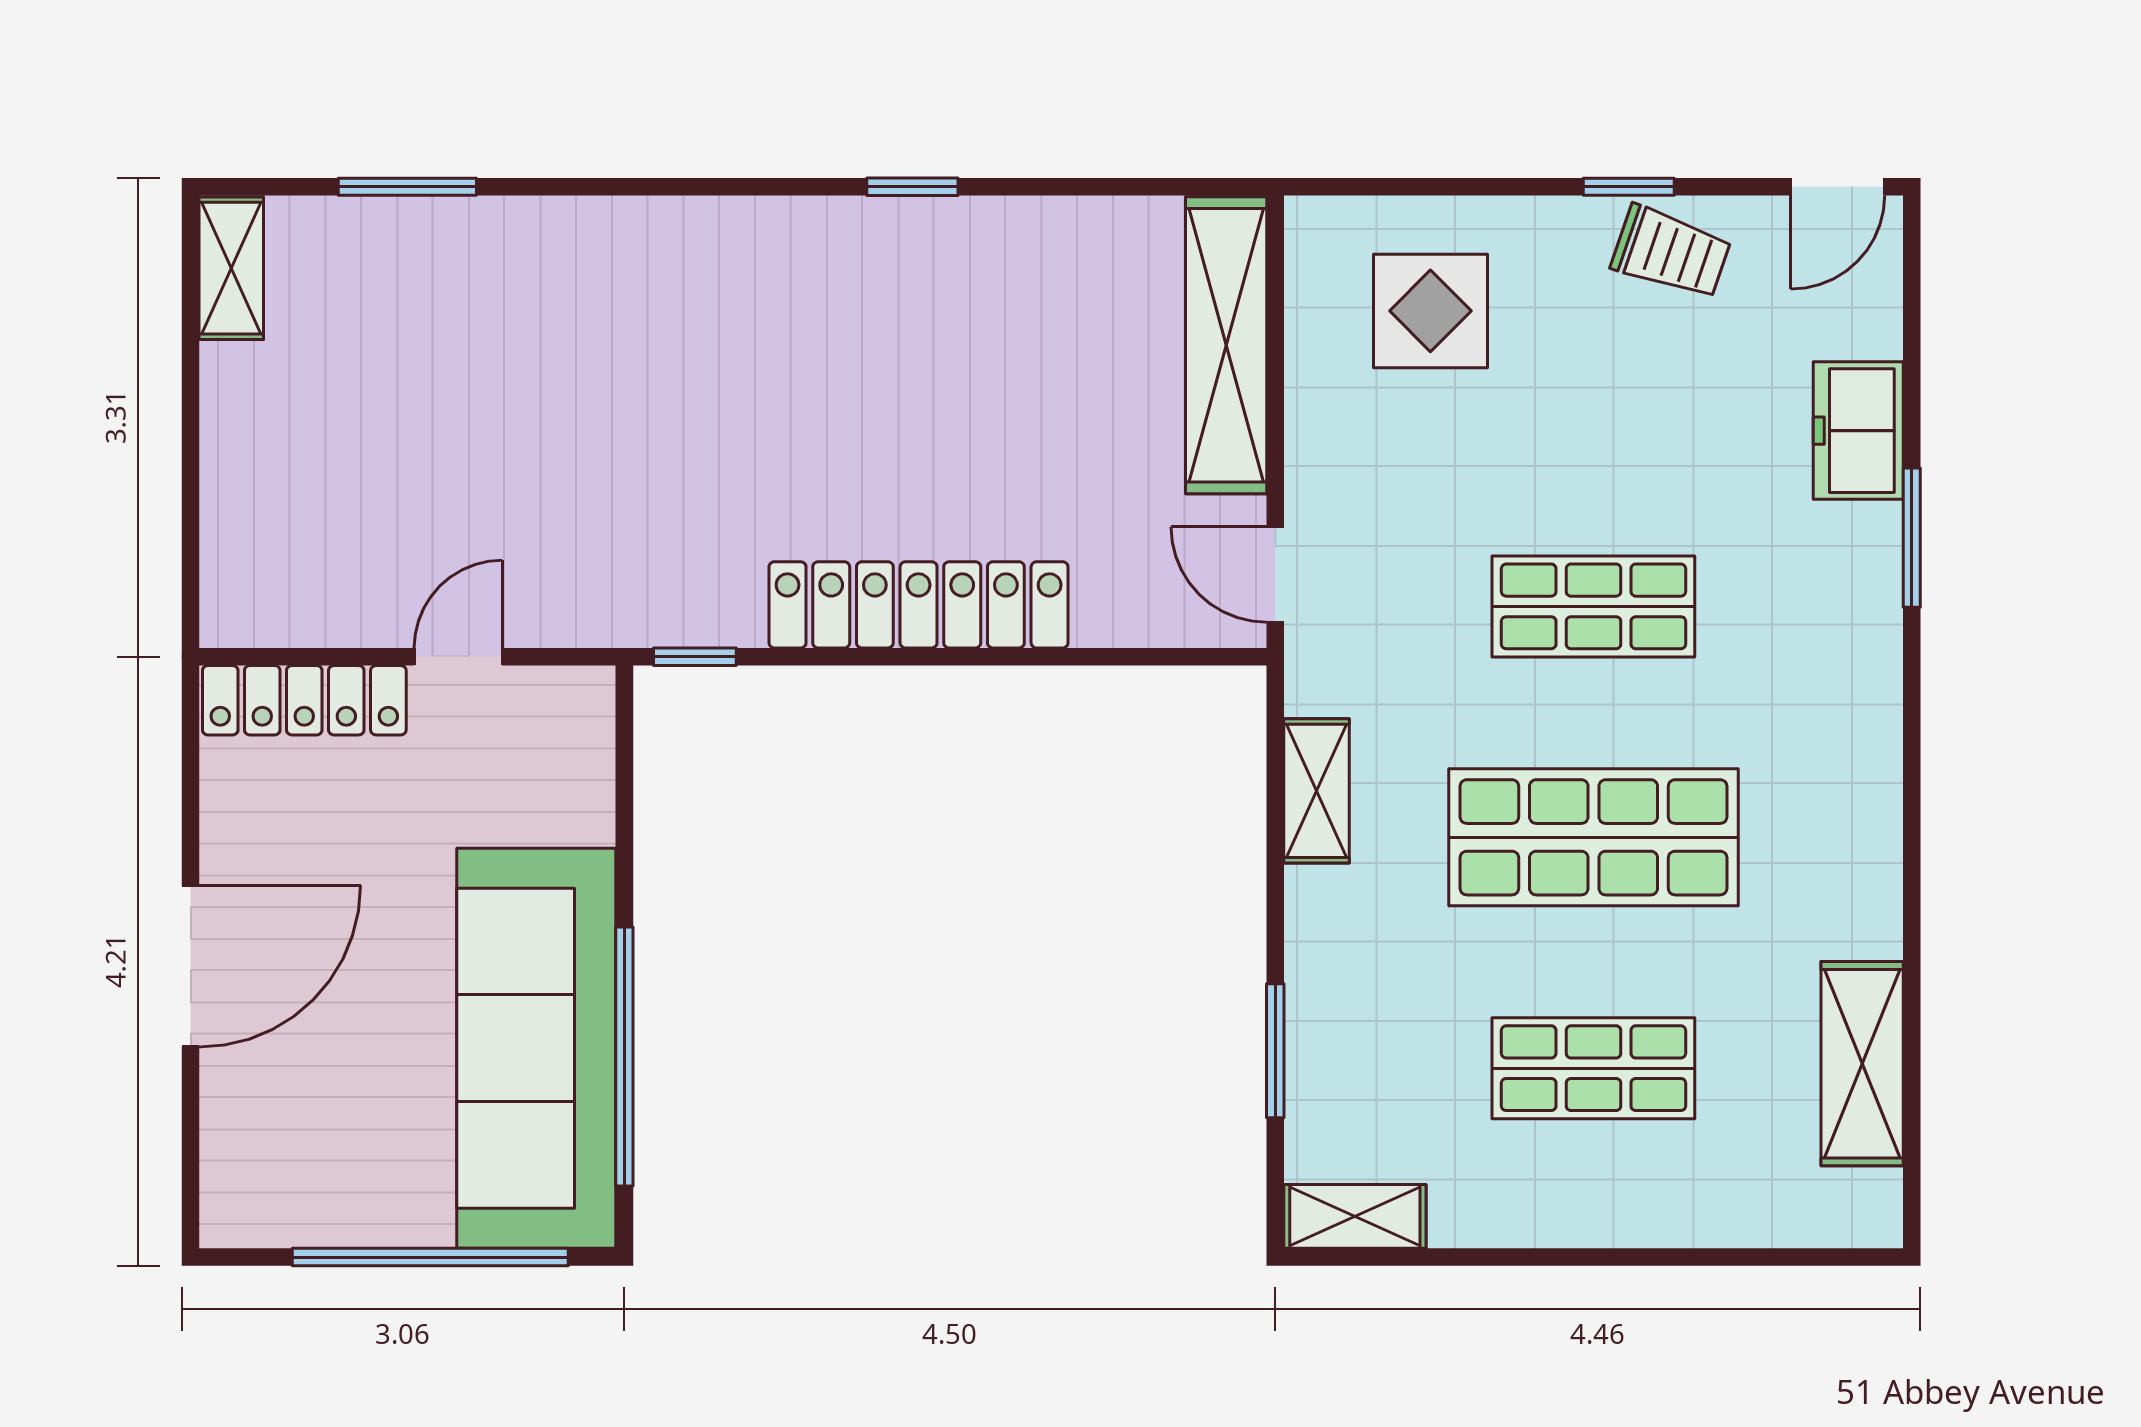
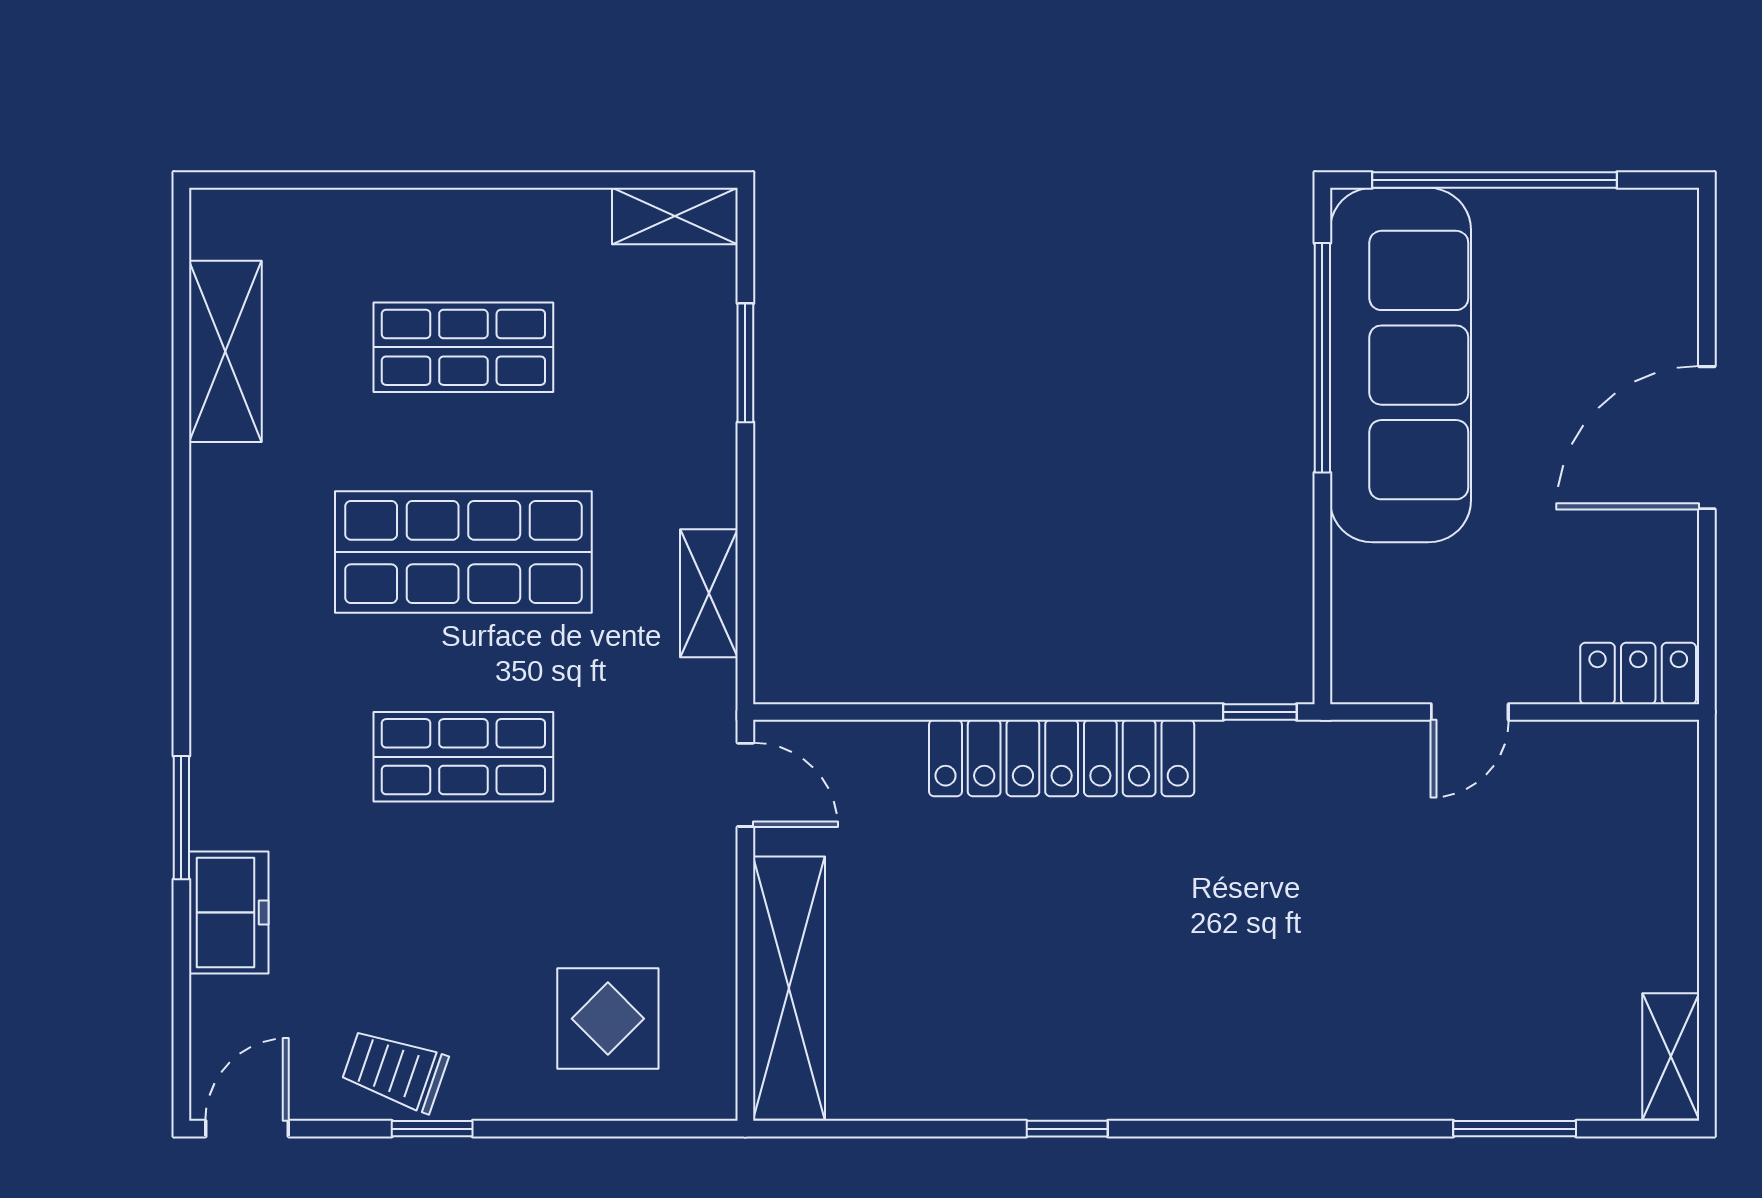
locker: (304, 700) -> (1638, 673), width x0.66

